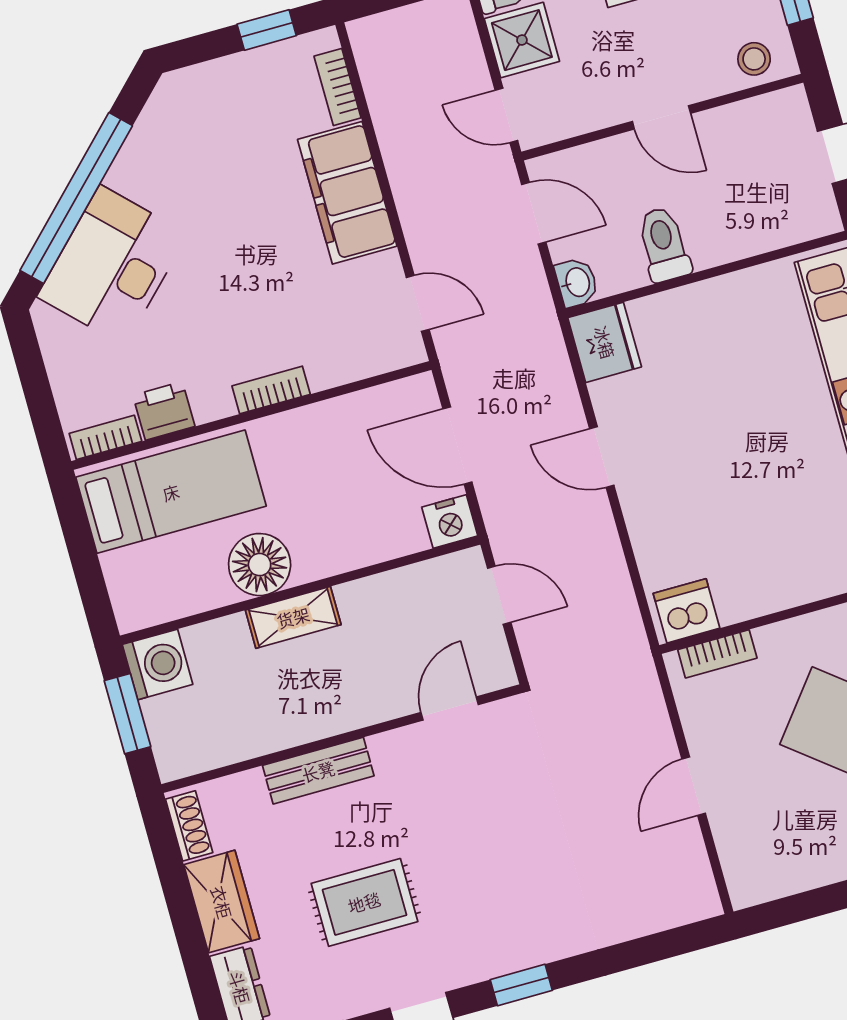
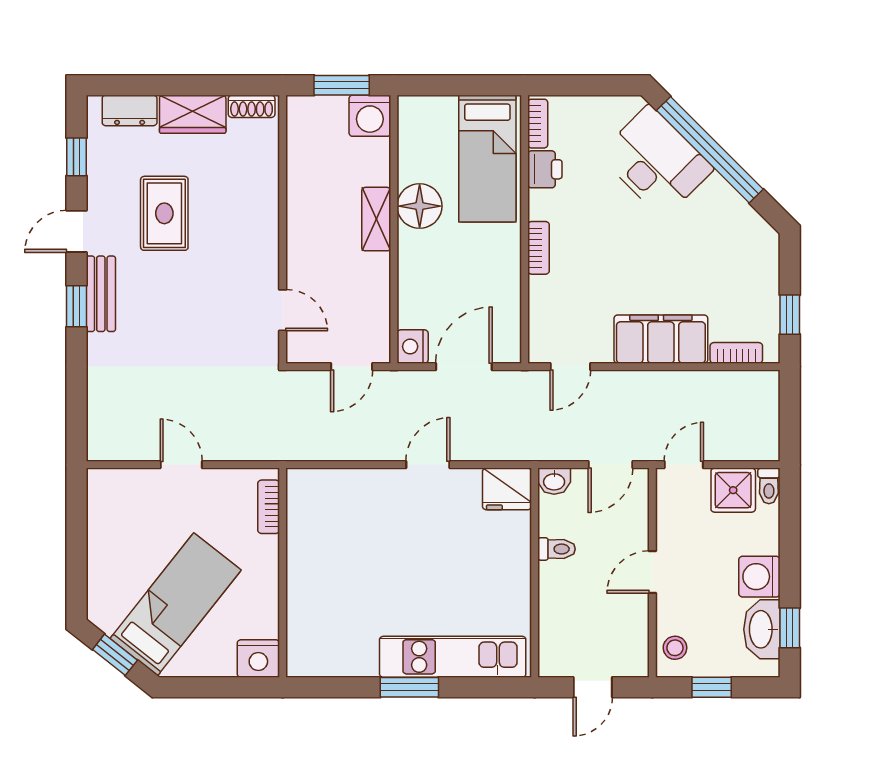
toilet: (664, 244) -> (556, 549), width x0.73, depth x0.72
dishwasher: (687, 611) -> (304, 494), removed
bench: (318, 771) -> (101, 294), moved

